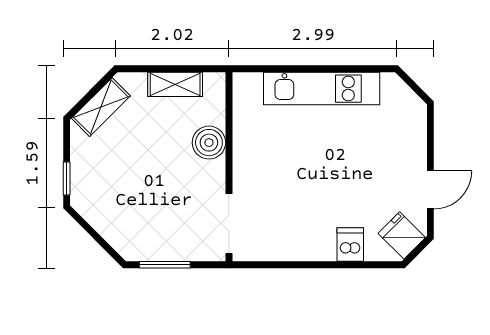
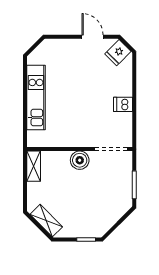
shelving: (175, 84) -> (34, 166), moved
boiler: (209, 143) -> (80, 160), moved
dishwasher: (350, 244) -> (123, 104), moved

